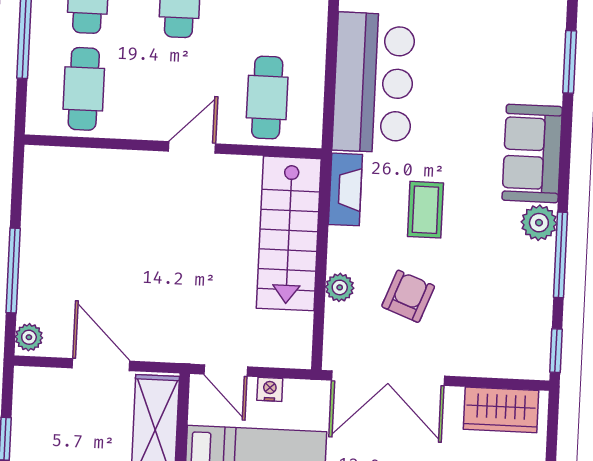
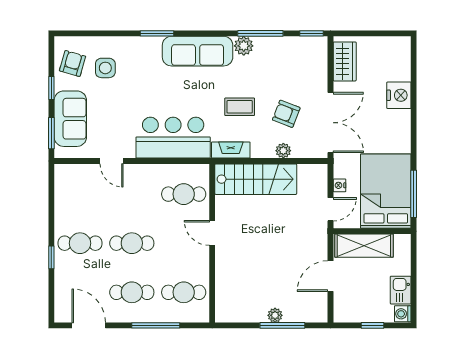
sofa: (532, 153) -> (198, 51), width x1.36
plant: (29, 337) -> (275, 315), moved

